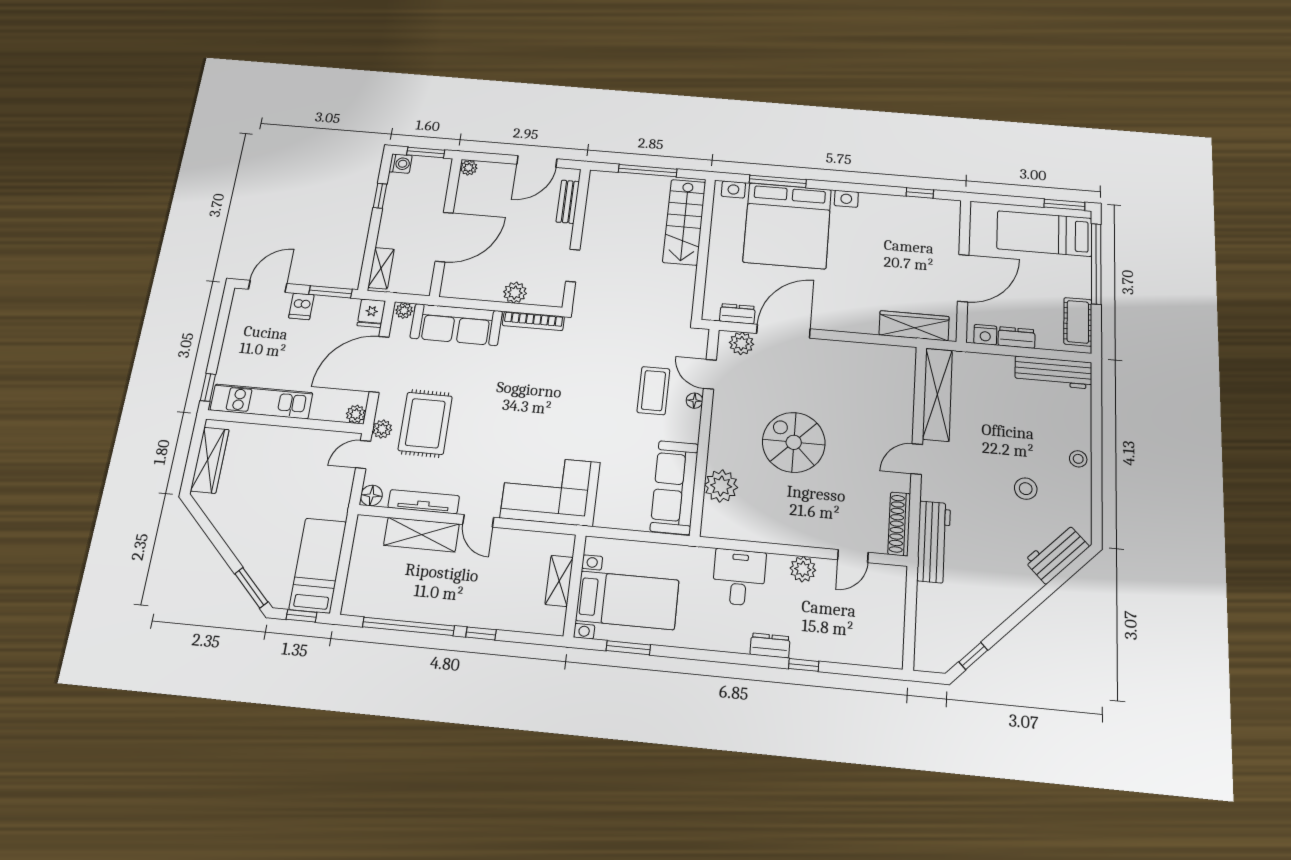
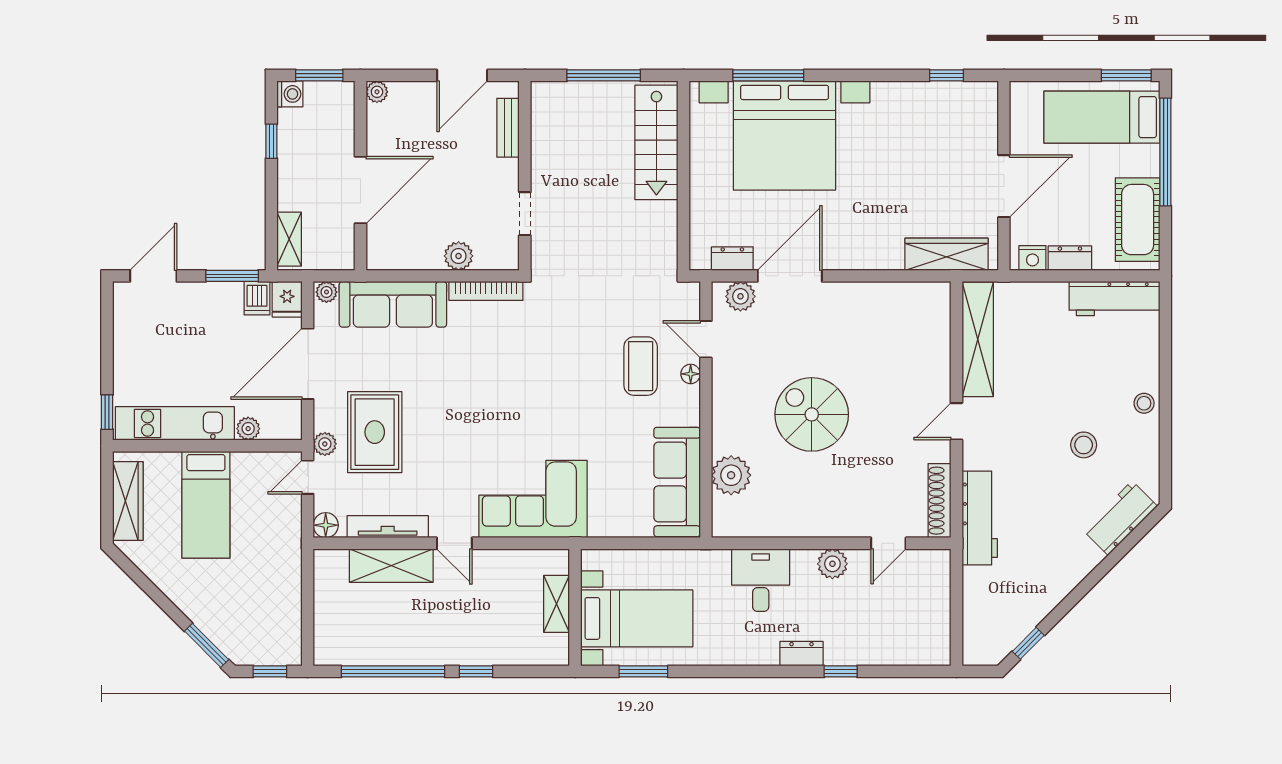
dishwasher: (301, 306) -> (257, 298), moved
cot: (1078, 322) -> (1138, 220), width x1.37, depth x1.34
plant: (356, 414) -> (248, 429), moved
bed: (318, 565) -> (206, 505), moved, turned 180

